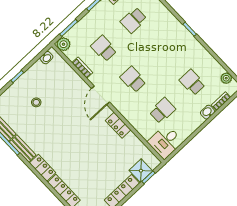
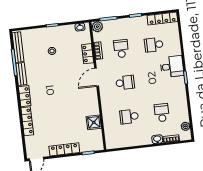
school desk: (133, 79) -> (125, 83), turned 90
school desk: (162, 111) -> (129, 117), turned 180
locker: (118, 125) -> (88, 54), moved
desk: (165, 142) -> (172, 67), moved, turned 180
shower: (141, 171) -> (94, 122), moved

